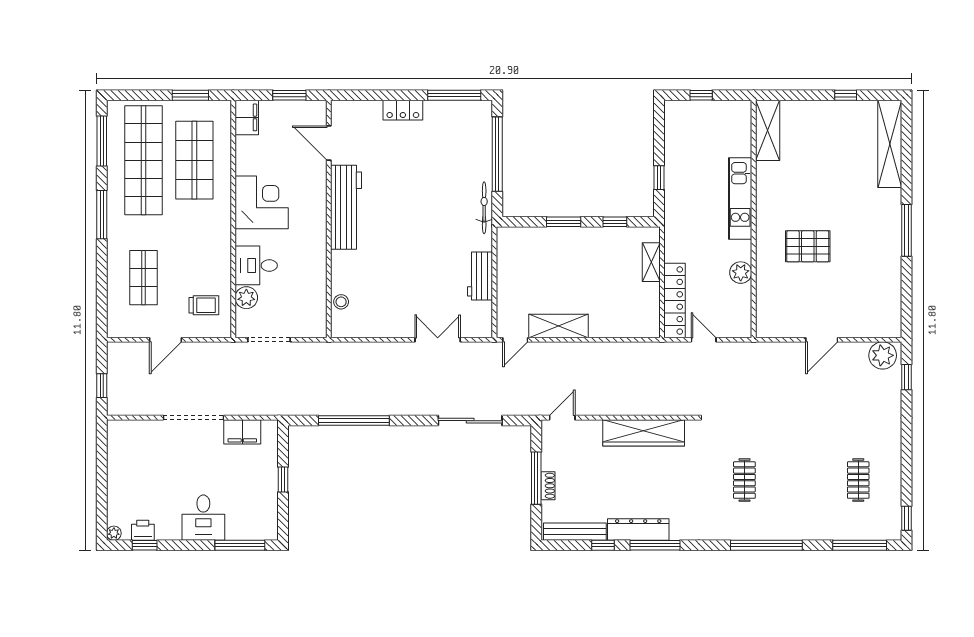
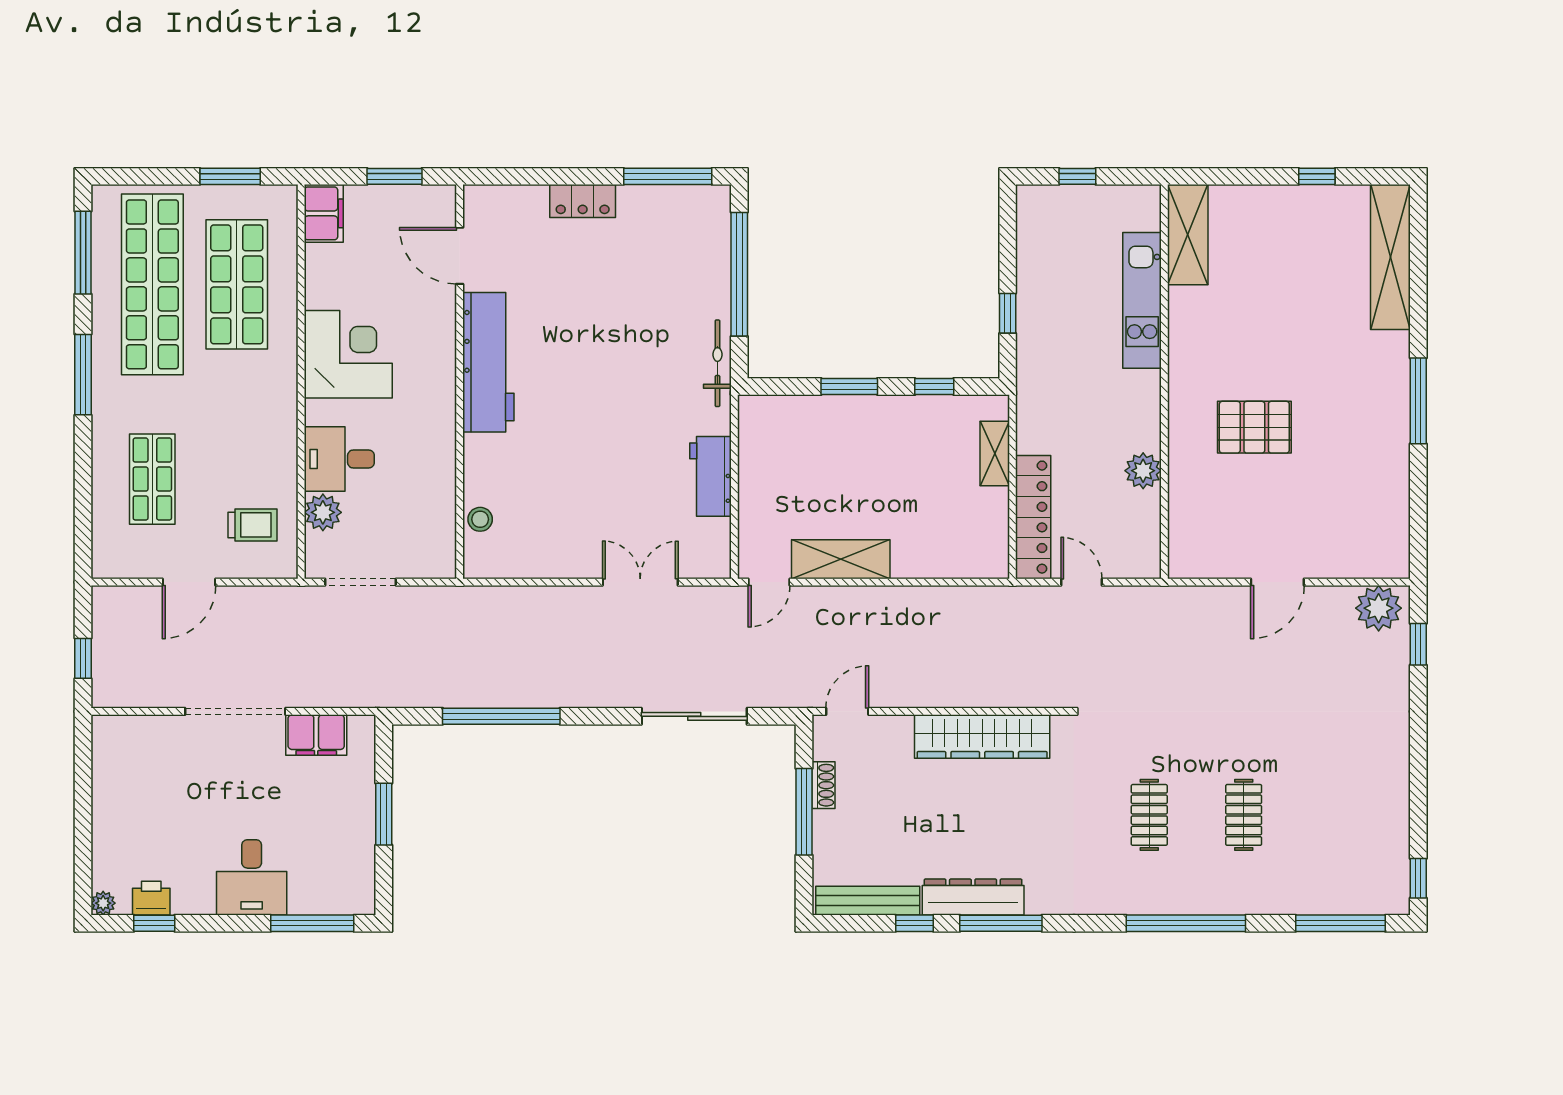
kitchen unit: (740, 199) -> (1142, 300), moved
window: (283, 480) -> (384, 814), width x1.50
clothes rail: (858, 480) -> (1244, 815), moved
shoe rack: (548, 486) -> (823, 785), moved

